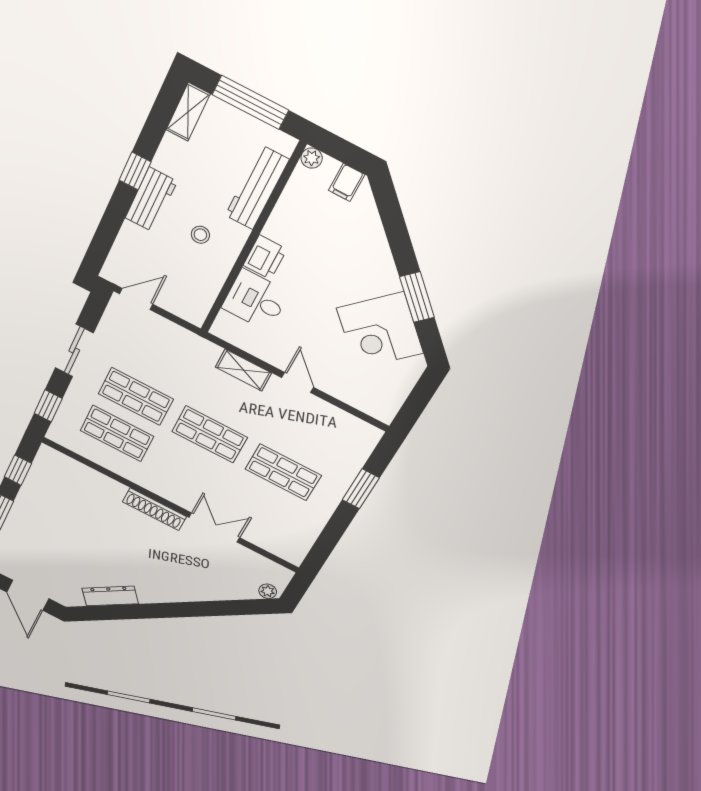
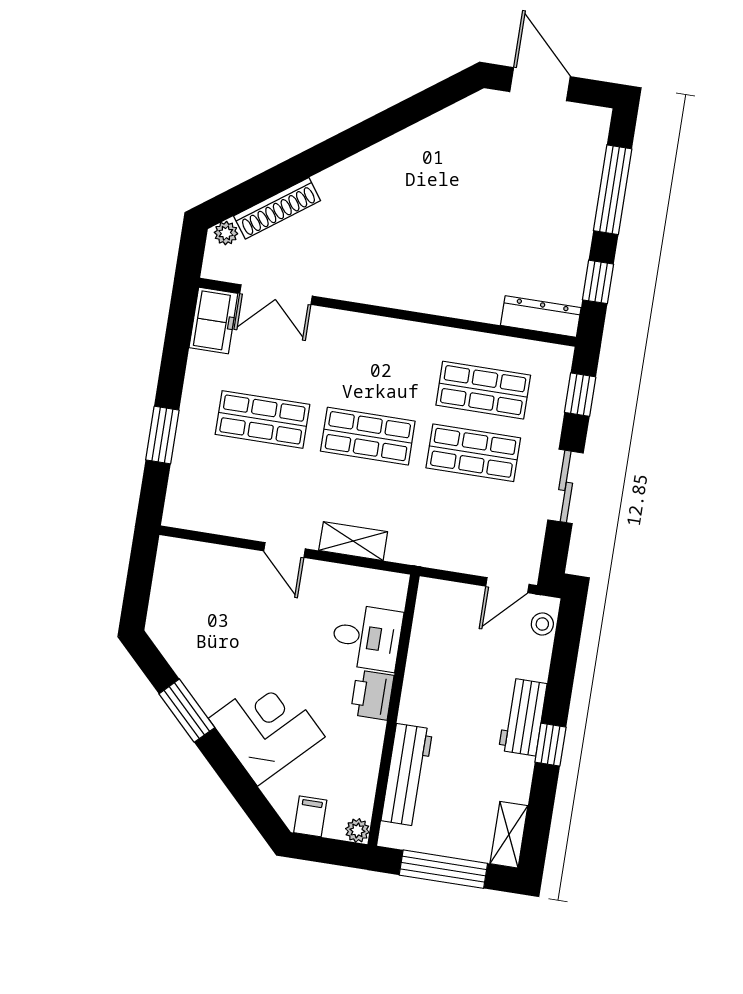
stool: (200, 235) -> (542, 624), moved
corner desk: (380, 331) -> (267, 728), moved
shoe rack: (154, 509) -> (277, 208), moved, turned 144
double door: (214, 528) -> (276, 295), moved
freezer: (296, 544) -> (213, 321), added
dresser: (110, 596) -> (541, 317), moved, turned -144

